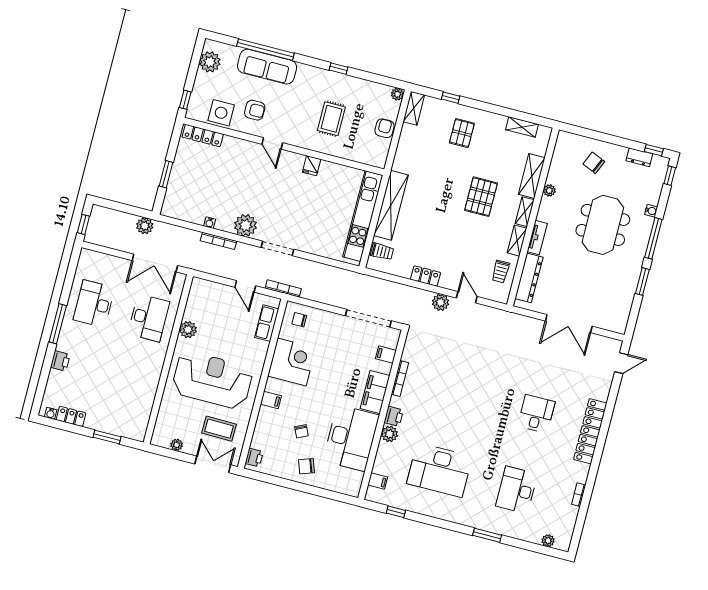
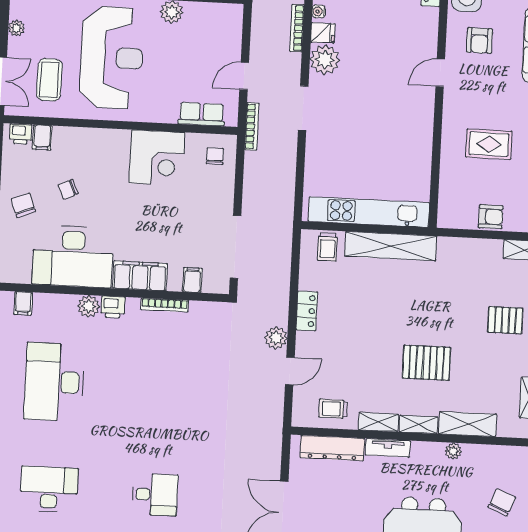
fridge: (312, 166) -> (323, 33), moved, turned 180
filing cabinet: (271, 400) -> (42, 137), moved

